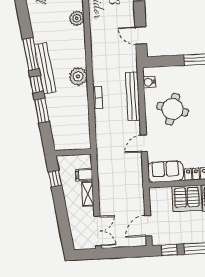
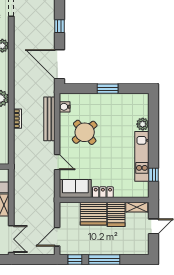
door: (141, 35) -> (59, 64), width x1.88
round table: (173, 109) -> (85, 132), turned 32
door: (144, 143) -> (57, 162), swing flipped

